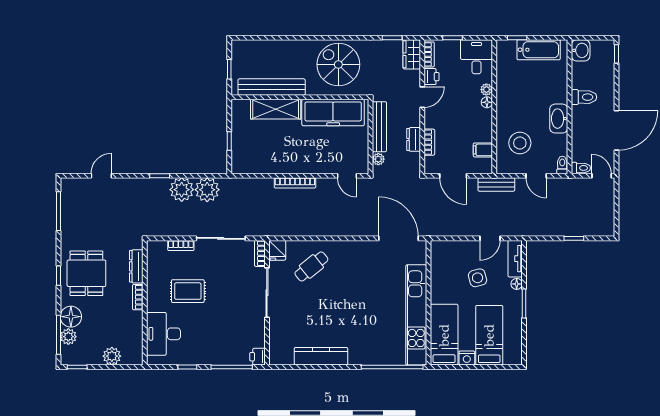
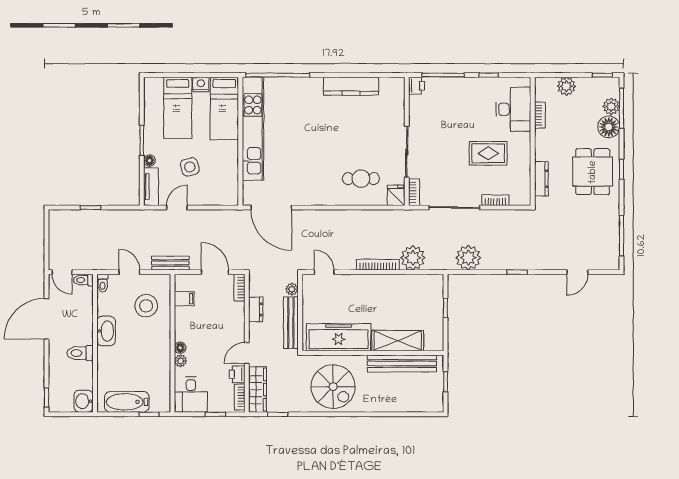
wardrobe: (412, 54) -> (258, 390), width x1.50
bookcase: (429, 142) -> (239, 288), moved
plant: (182, 190) -> (413, 258), moved
cafe table: (311, 266) -> (361, 179), turned 39
bookcase: (138, 297) -> (540, 115), moved

